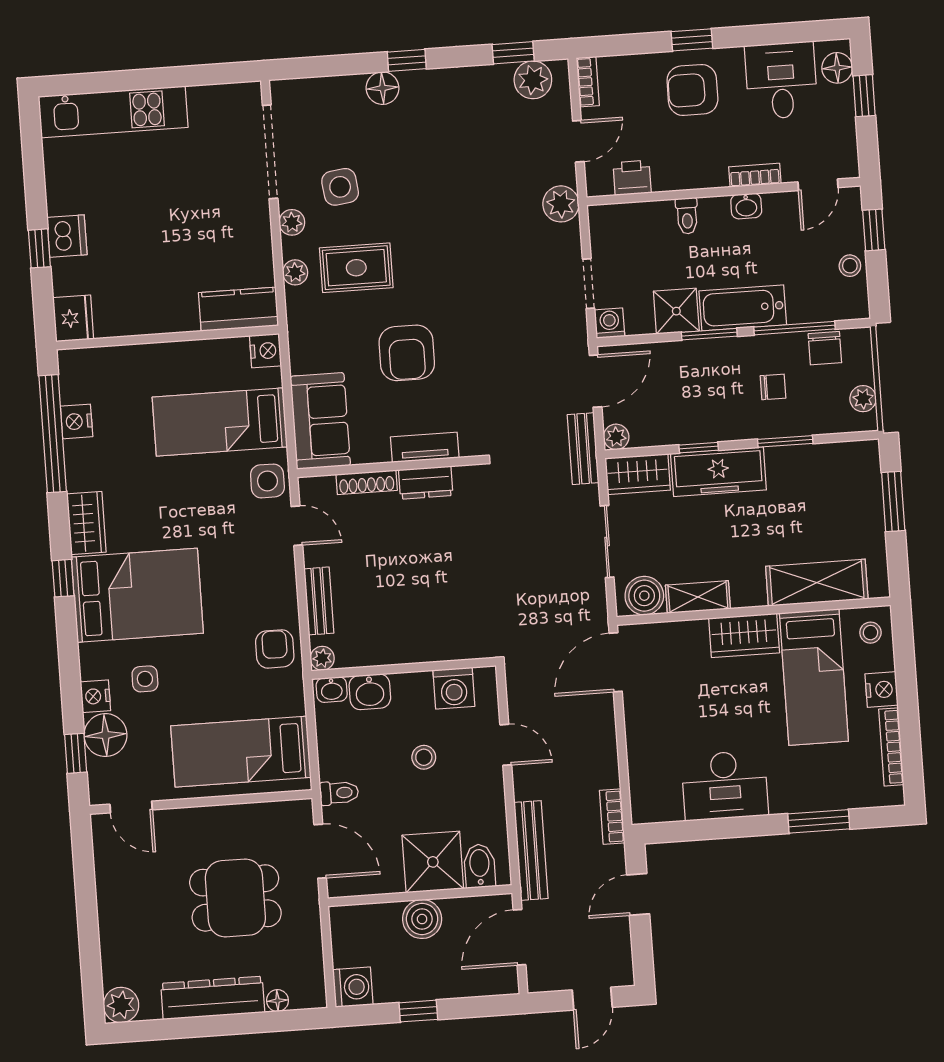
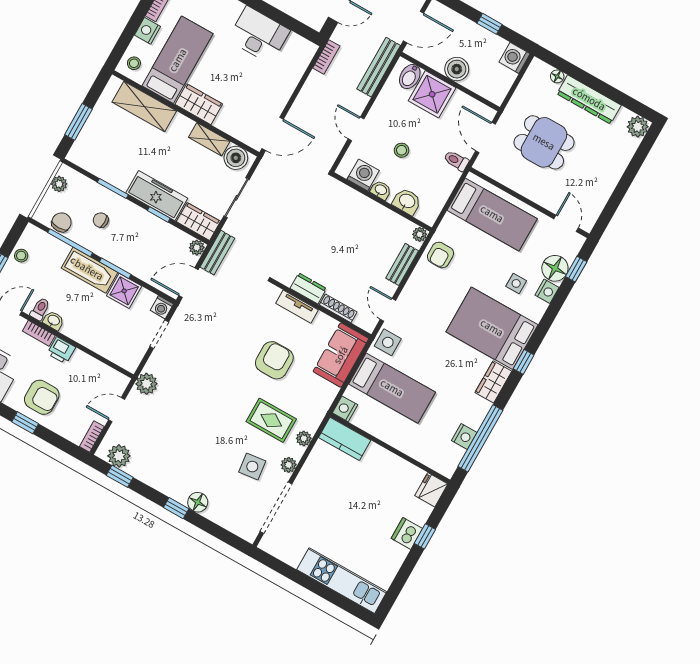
printer: (632, 178) -> (61, 350), moved
toilet: (687, 216) -> (40, 309), moved
washbasin: (332, 690) -> (381, 190), moved

